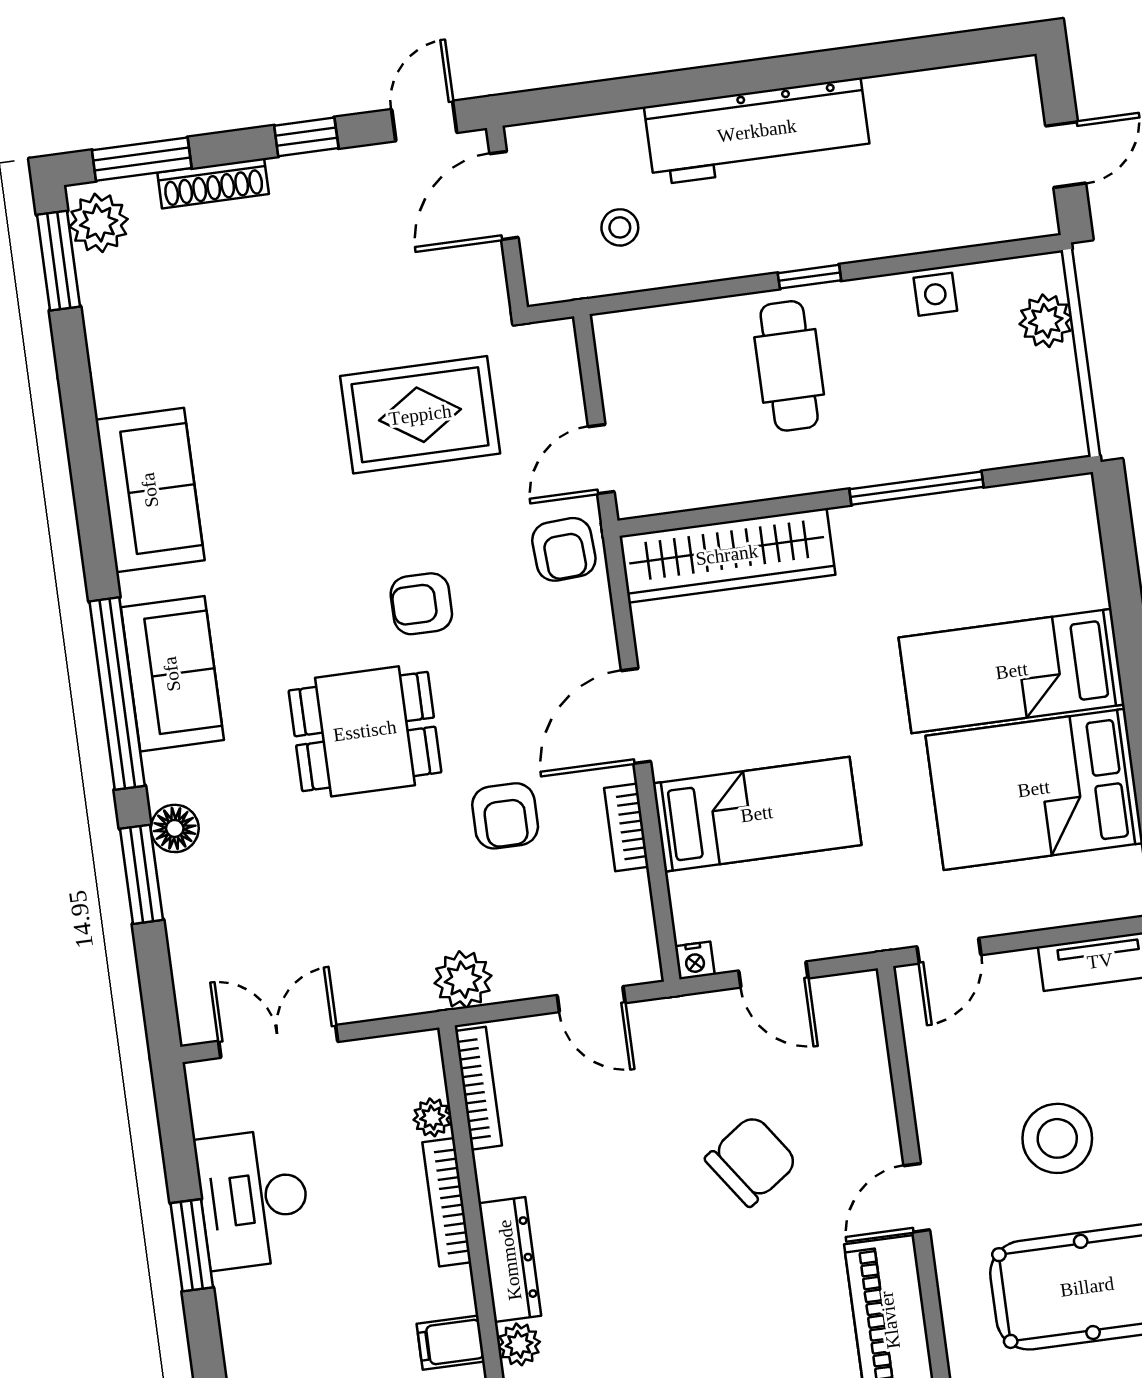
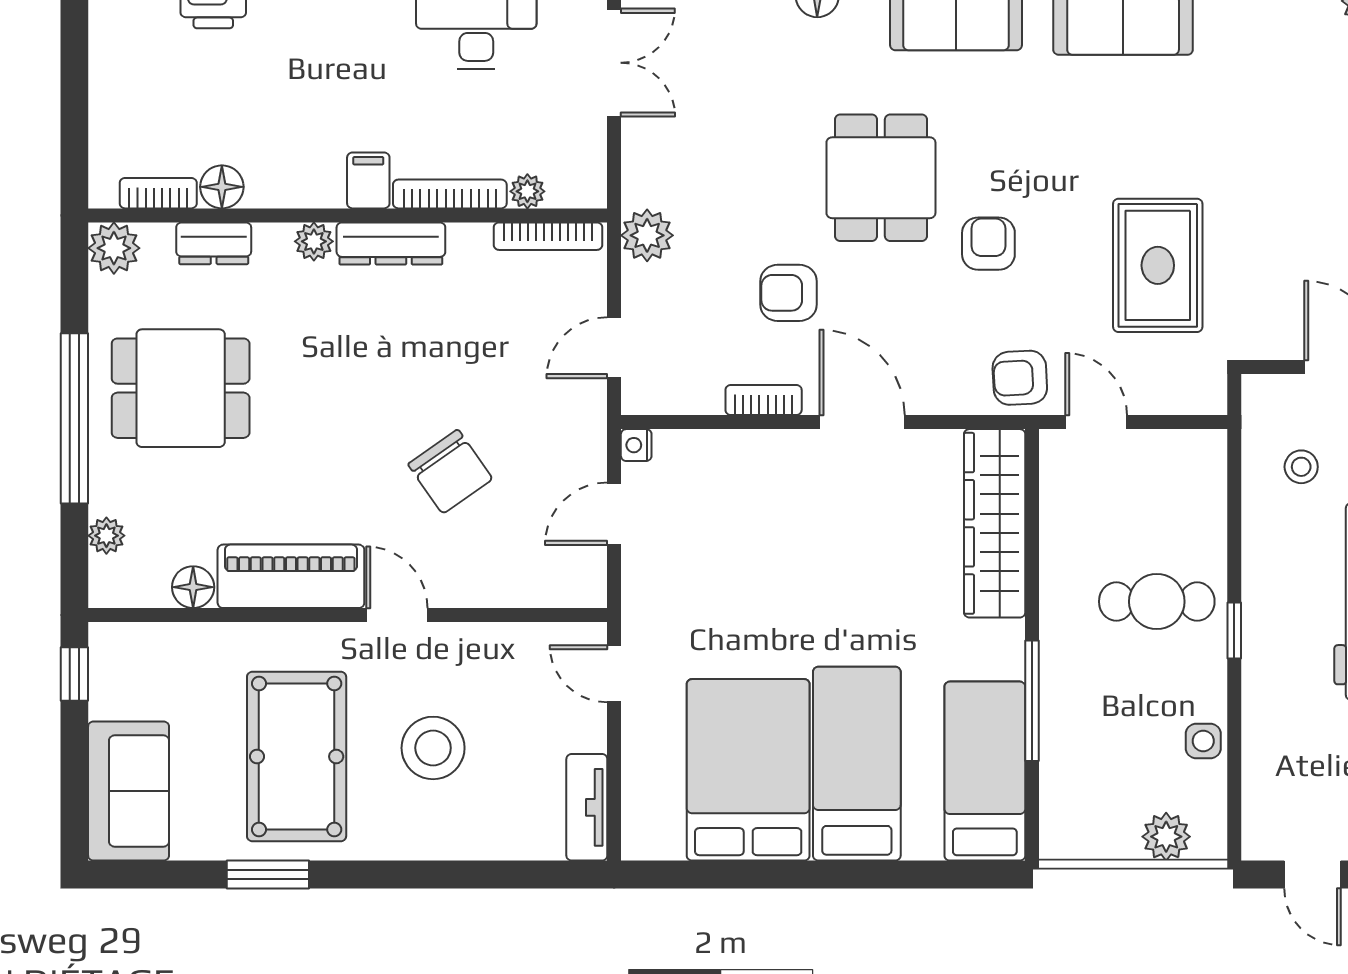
bed: (757, 814) -> (985, 771), moved, turned 180
filing cabinet: (451, 1343) -> (368, 180), moved

